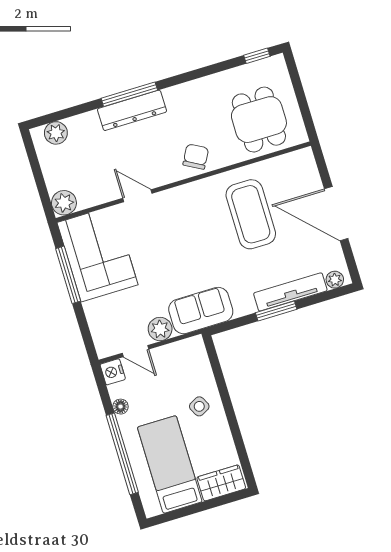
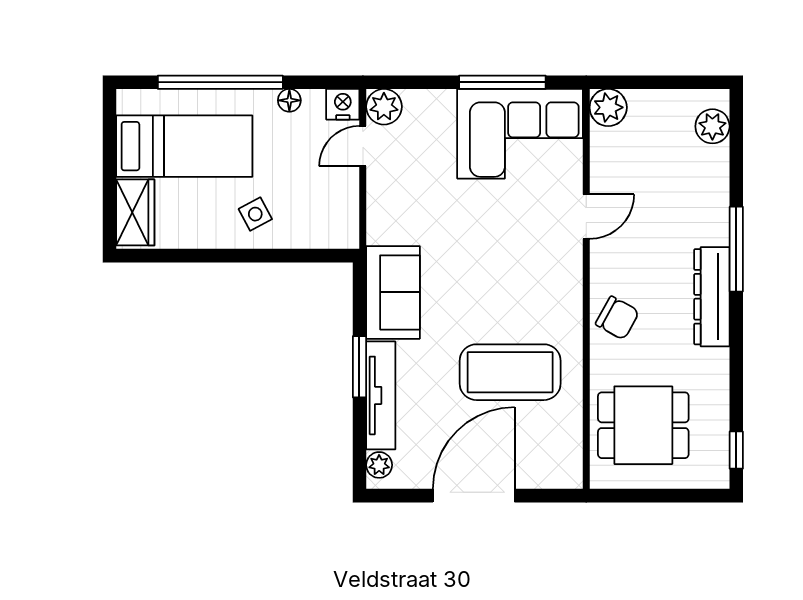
dresser: (132, 110) -> (712, 297), moved
sofa: (201, 311) -> (393, 292), moved
plant: (160, 329) -> (384, 107), moved

